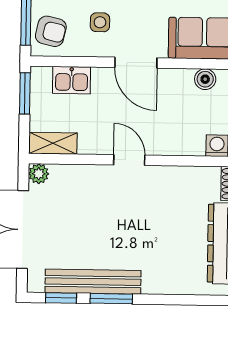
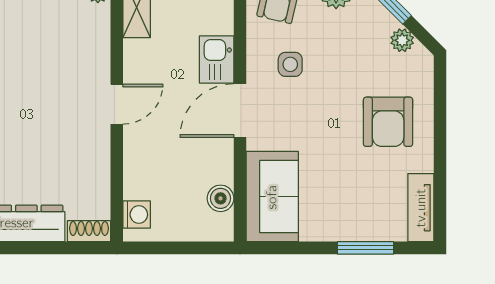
kitchen sink: (72, 80) -> (217, 59), moved

